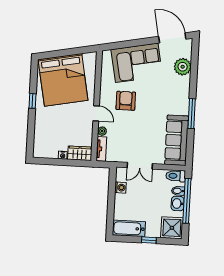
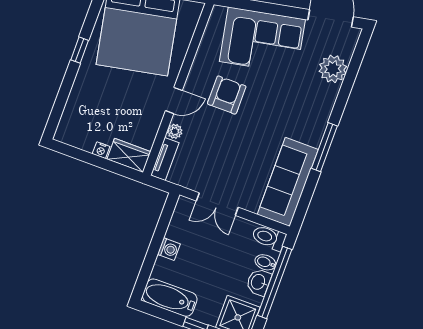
door: (96, 113) -> (174, 101), hinge flipped
washing machine: (120, 188) -> (169, 249), moved

